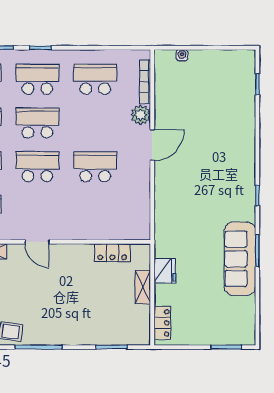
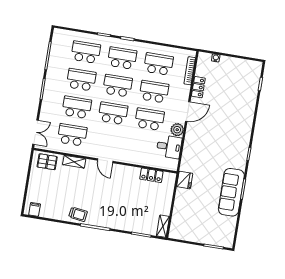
plant: (141, 115) -> (177, 130), moved
school desk: (95, 123) -> (154, 92), added
desk: (132, 204) -> (169, 147), added
fridge: (165, 271) -> (185, 180), moved
shelving: (143, 287) -> (163, 226), moved
locker: (162, 323) -> (198, 87), moved

